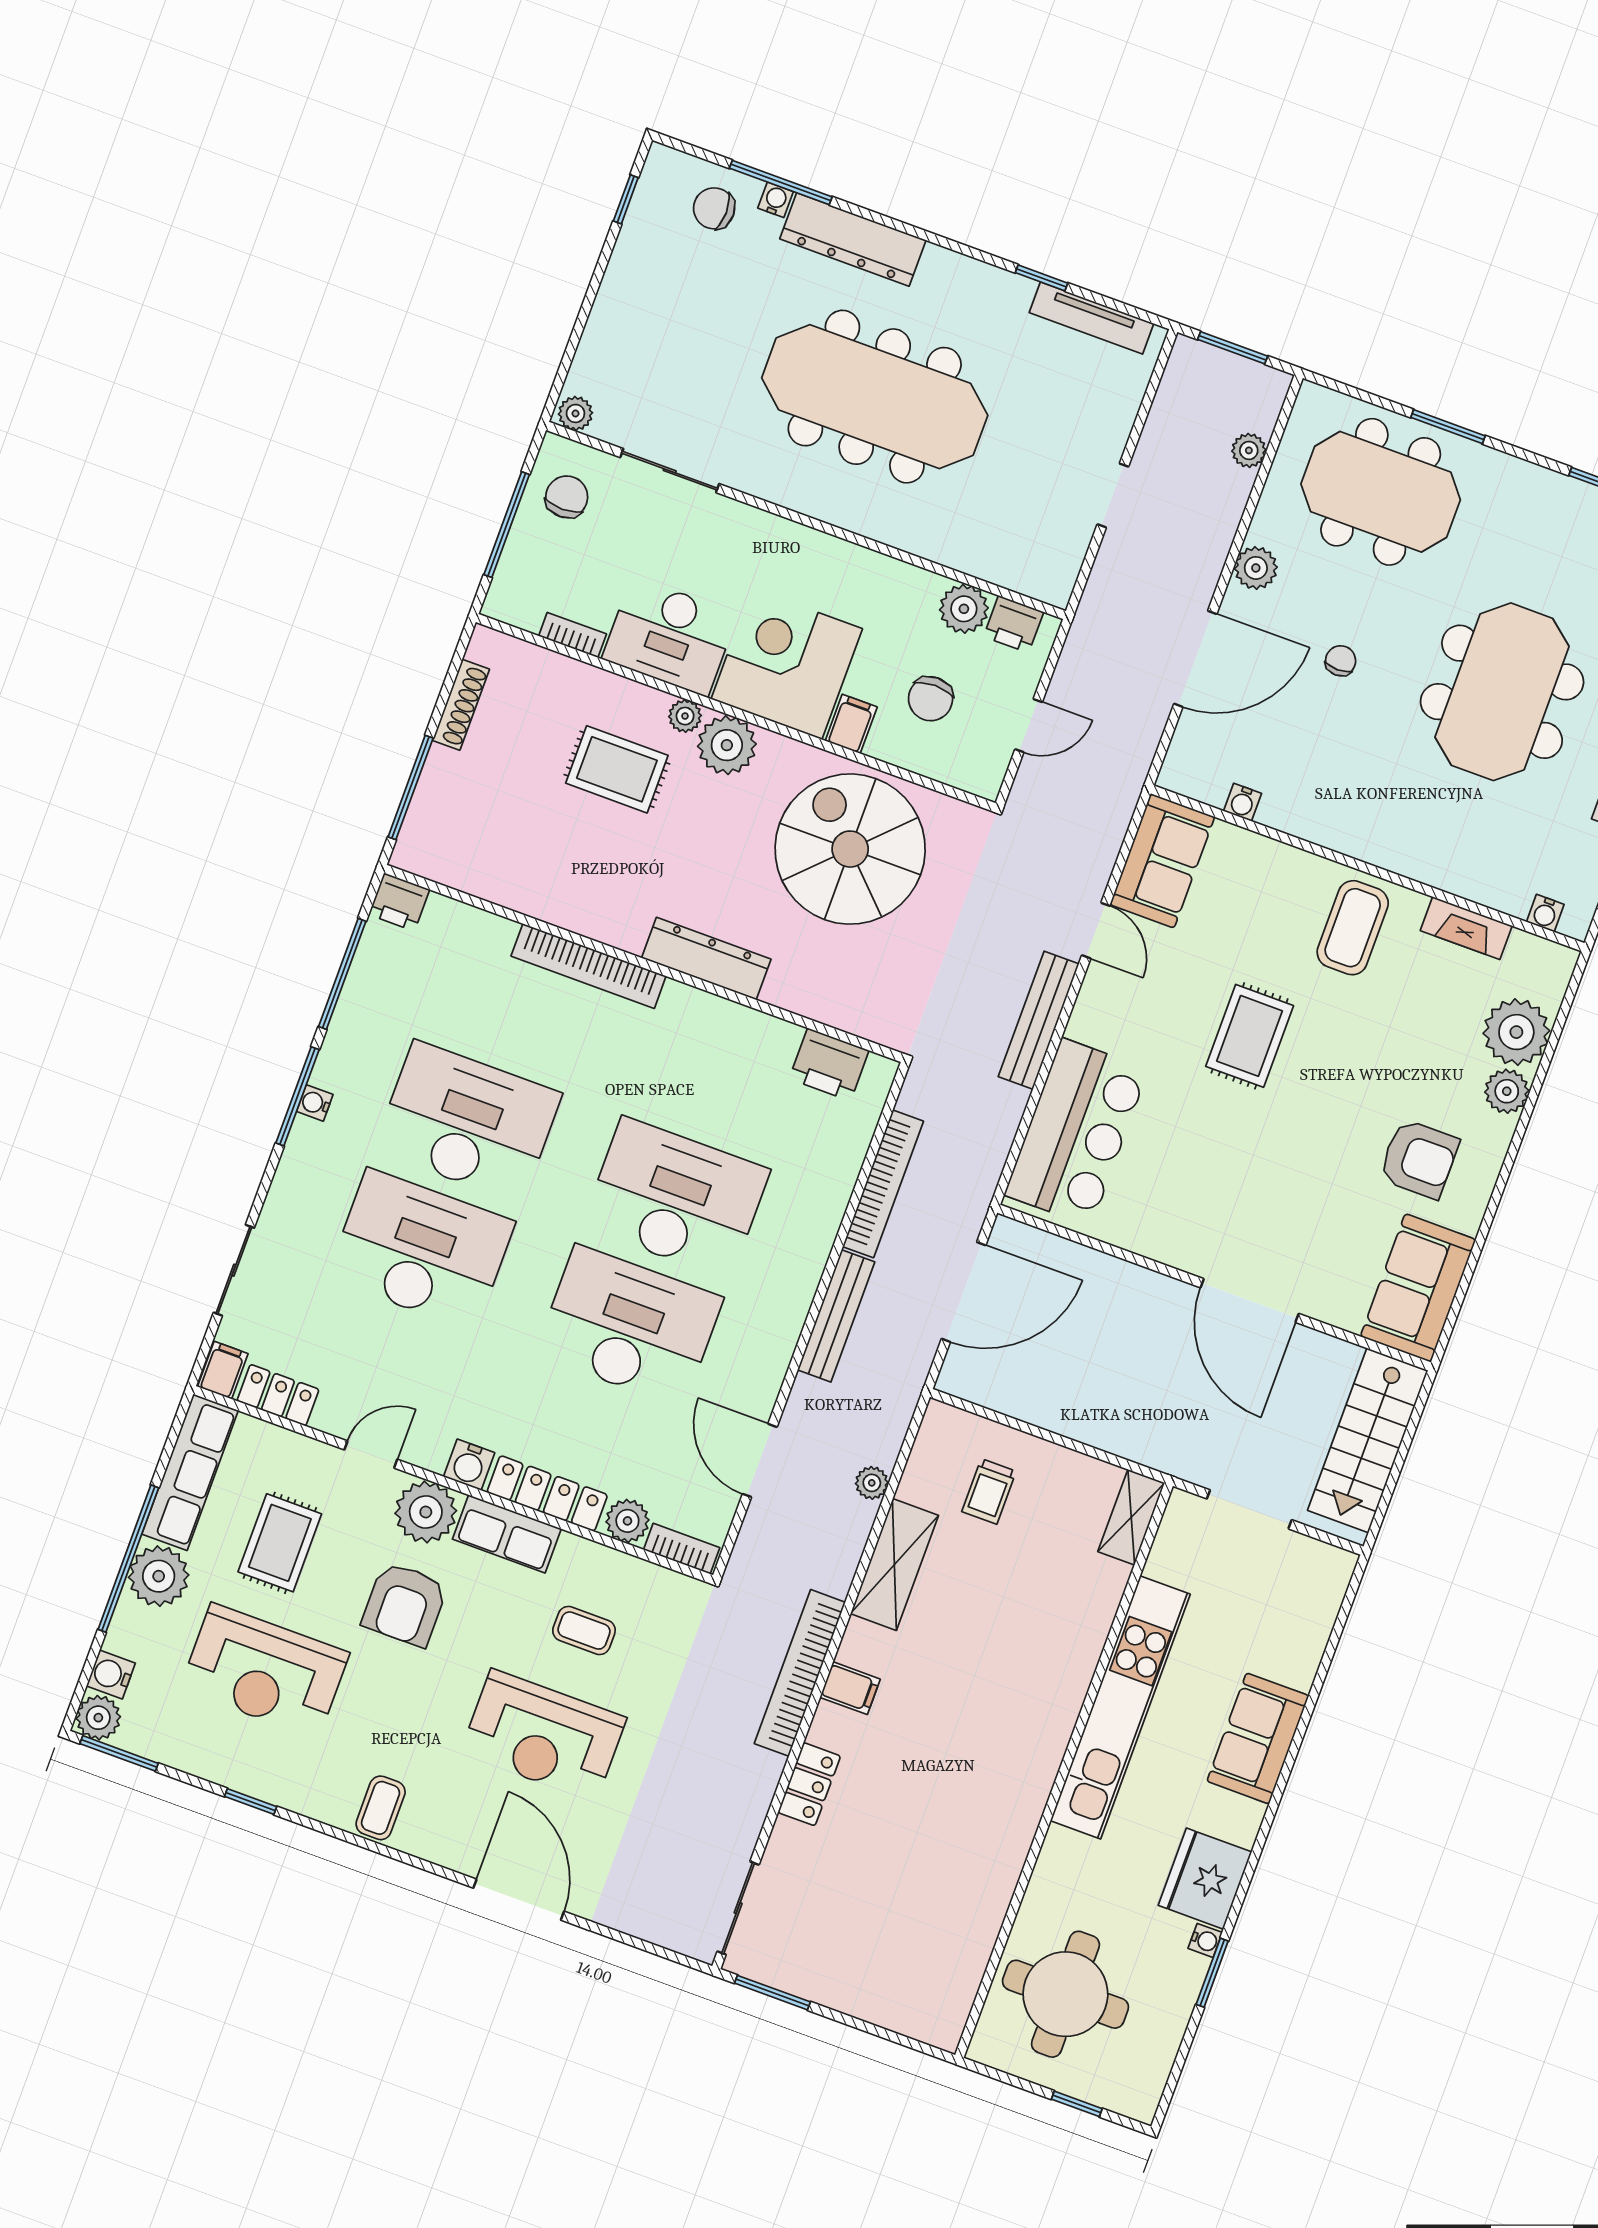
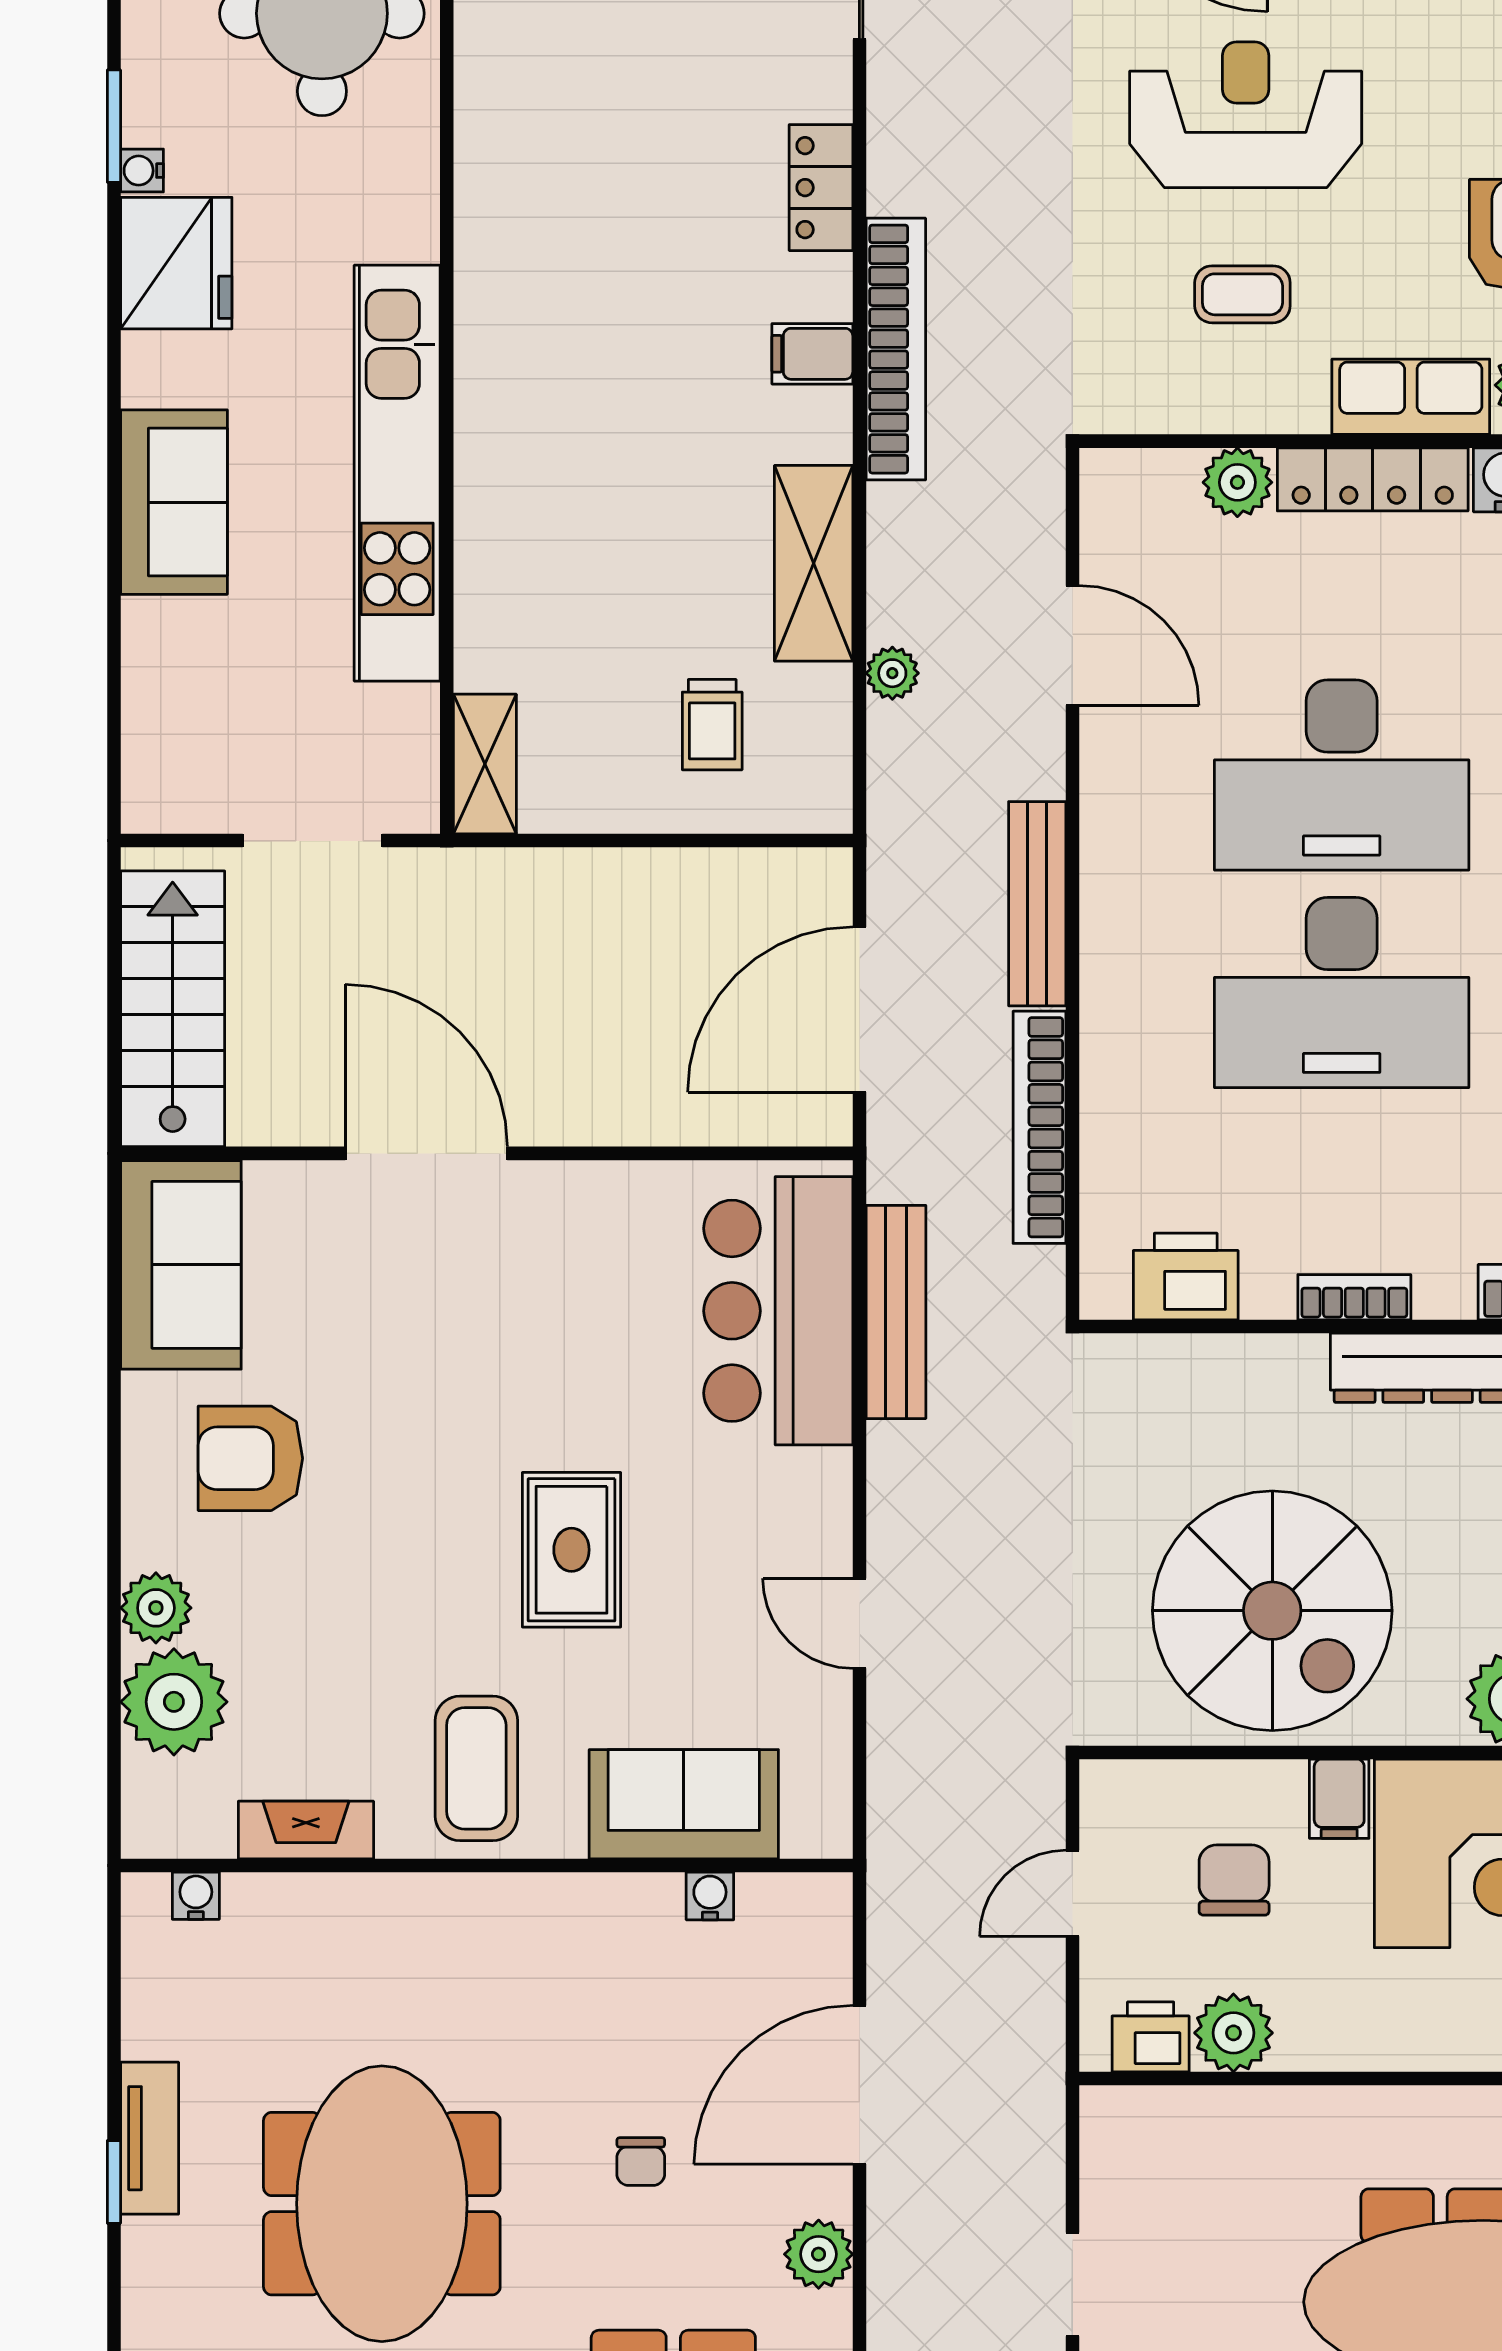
sofa: (1162, 861) -> (684, 1804), moved, turned 90
bench: (1039, 1020) -> (896, 1312), moved
trolley: (989, 1491) -> (712, 725), turned 180
bookcase: (682, 1549) -> (1354, 1297), moved, turned 180

